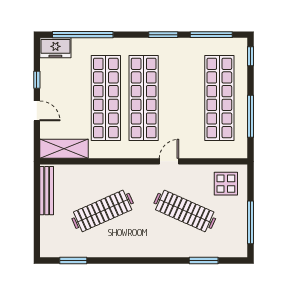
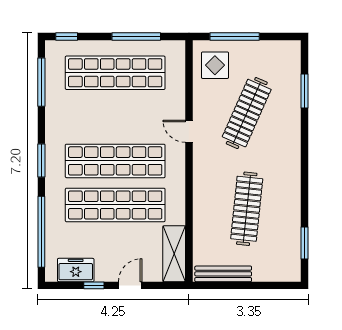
window: (163, 35) -> (41, 160), moved
freezer: (55, 48) -> (76, 270), moved, turned -90
clothes rail: (103, 211) -> (247, 209), turned 30
window: (250, 222) -> (235, 36), moved

